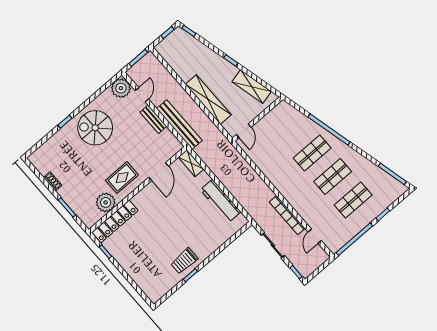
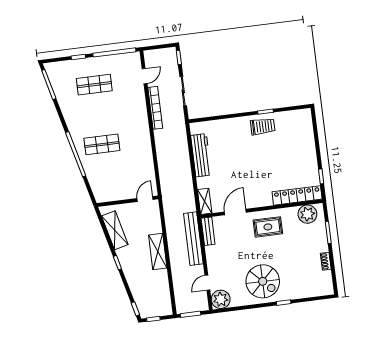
shelving: (208, 100) -> (158, 251), width x0.68
bench: (153, 119) -> (208, 231), moved
shop shelf: (333, 176) -> (98, 115), removed
plant: (106, 202) -> (307, 214), moved

